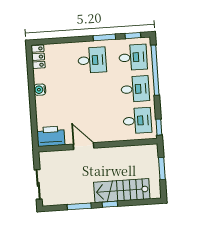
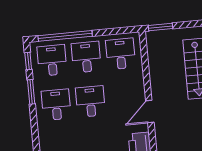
desk: (94, 92) -> (90, 101), added
window: (159, 127) -> (127, 30), removed
window: (162, 169) -> (161, 27), moved

